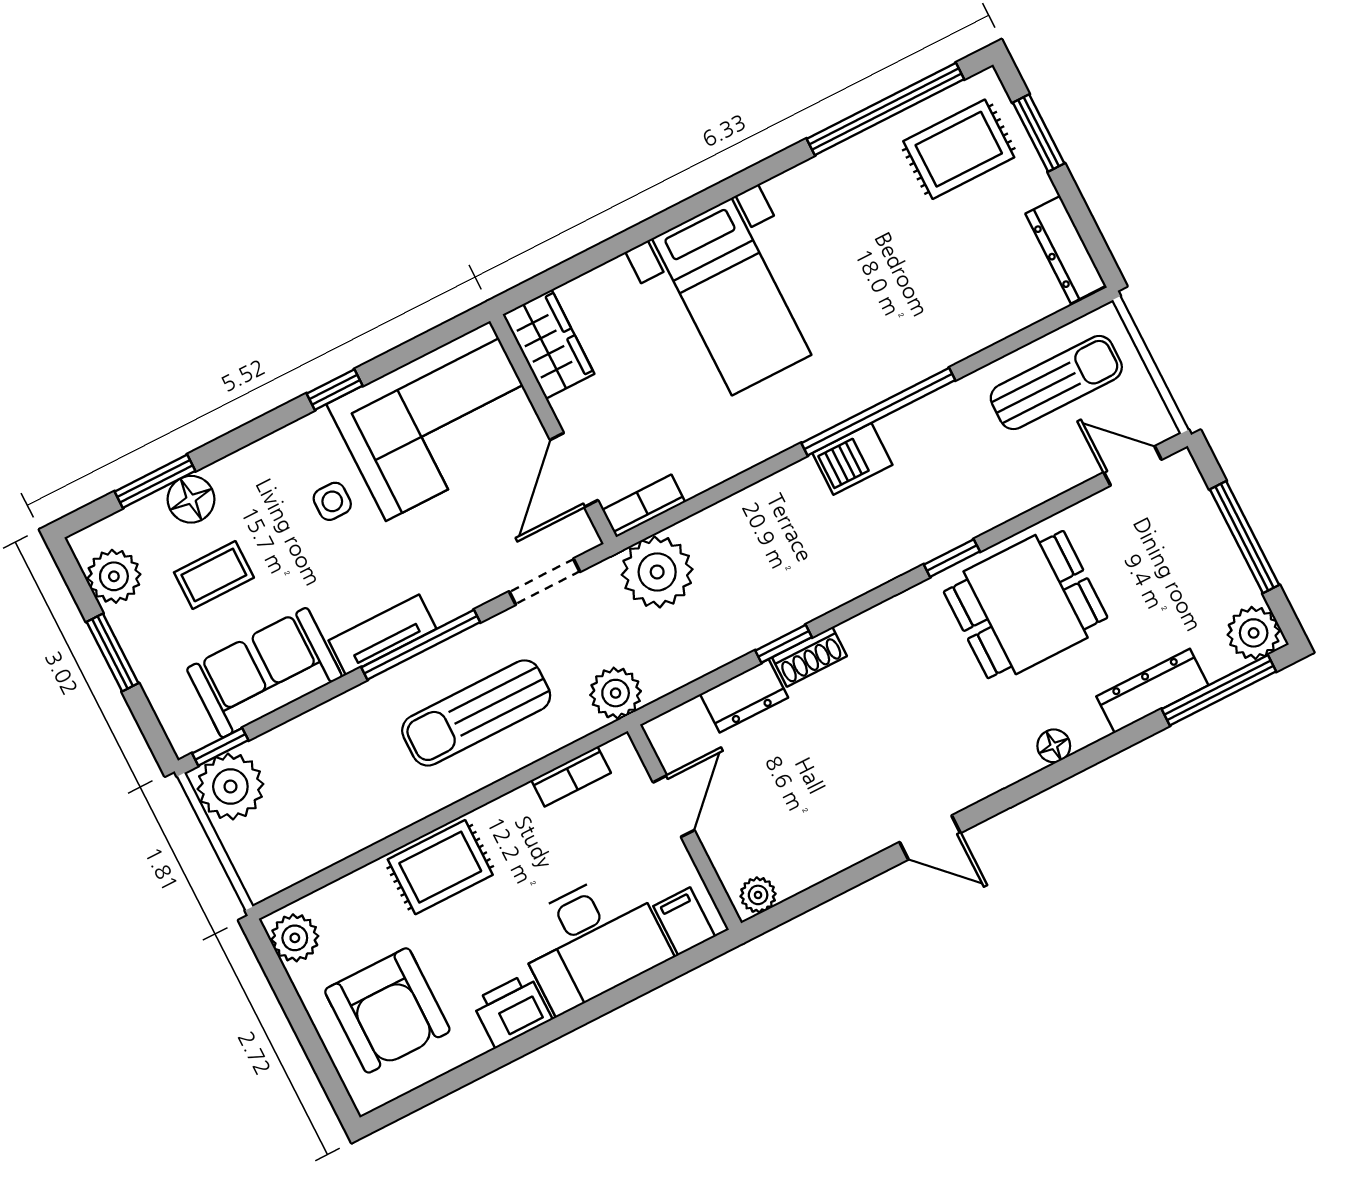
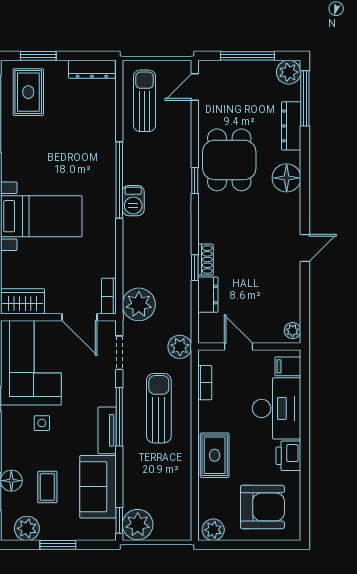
sun lounger: (476, 713) -> (159, 408), turned 180
floor lamp: (1054, 746) -> (287, 178), width x1.89, depth x1.89

